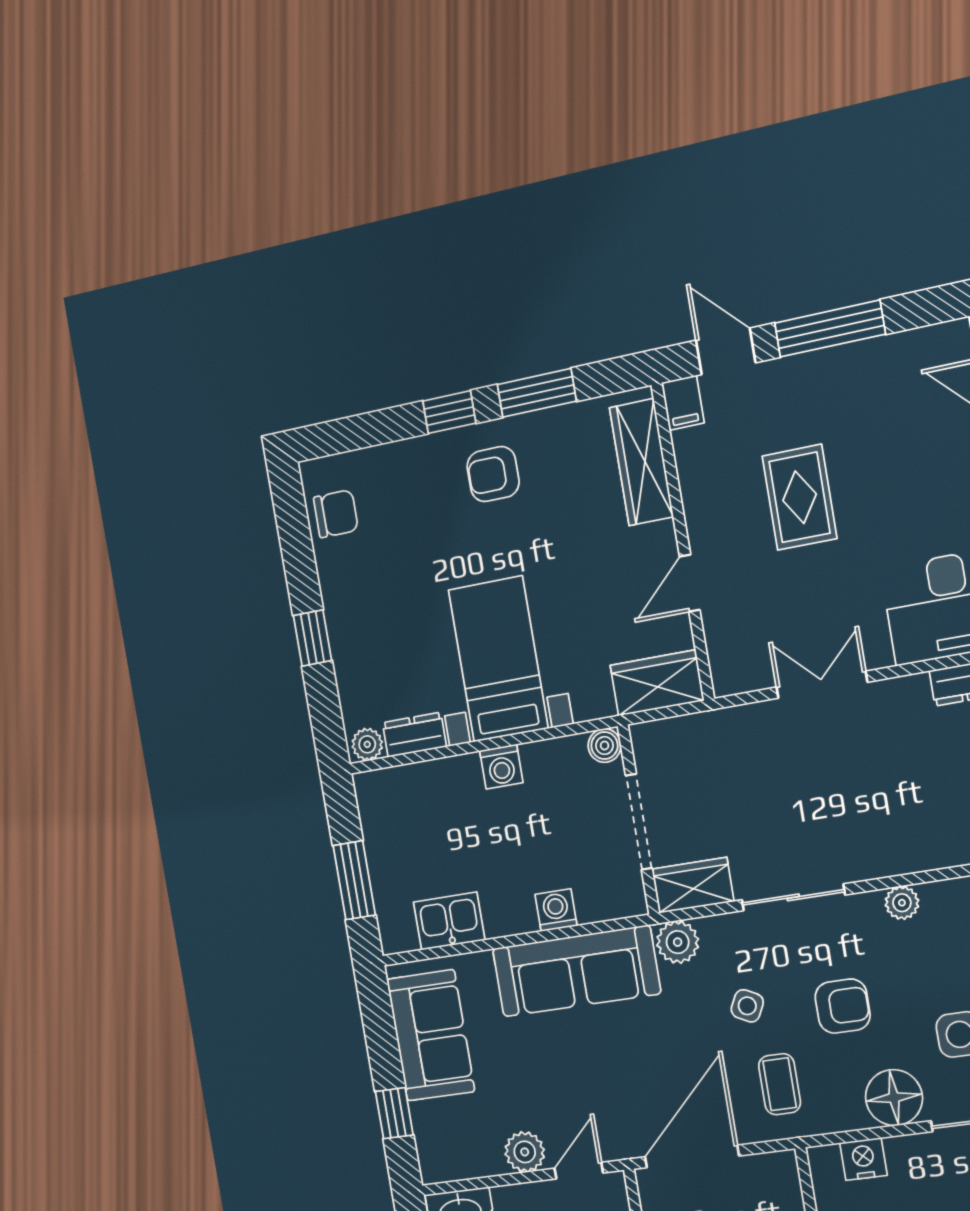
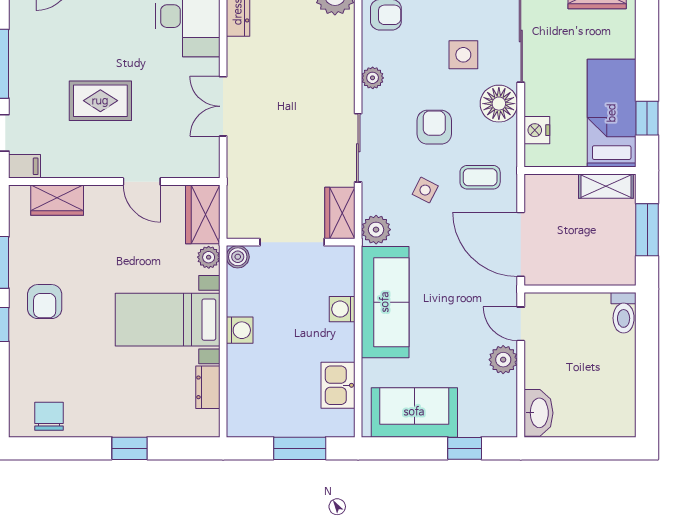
wardrobe: (641, 462) -> (57, 200), width x0.67
plant: (367, 744) -> (209, 257), moved

